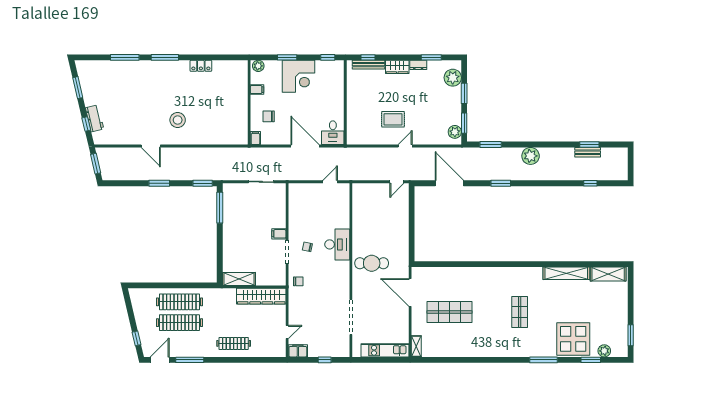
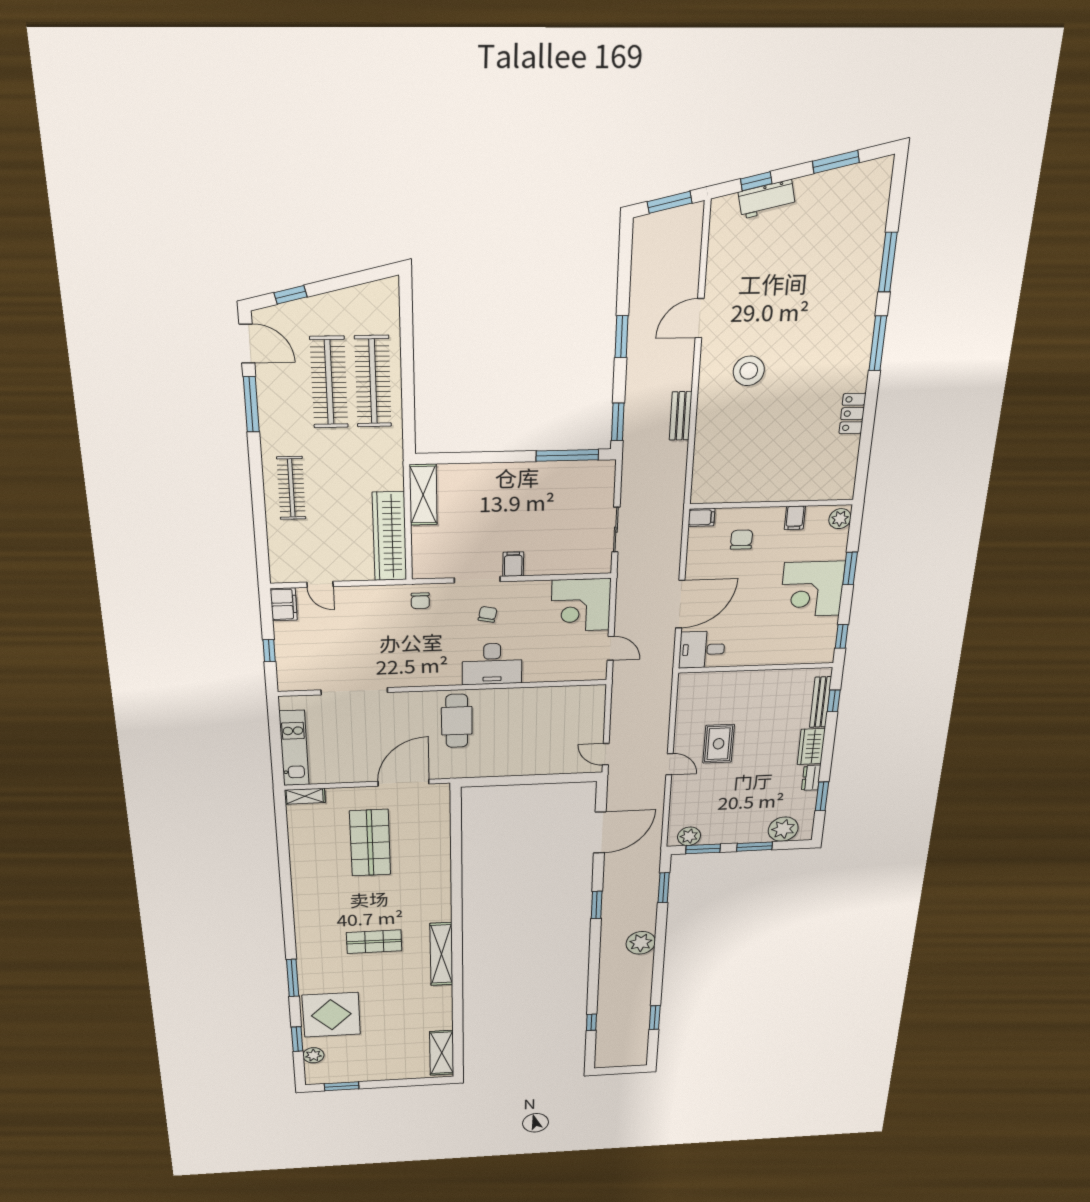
bench: (588, 152) -> (681, 416), moved
corner desk: (304, 198) -> (581, 605), added
shelving: (566, 273) -> (441, 954), moved

